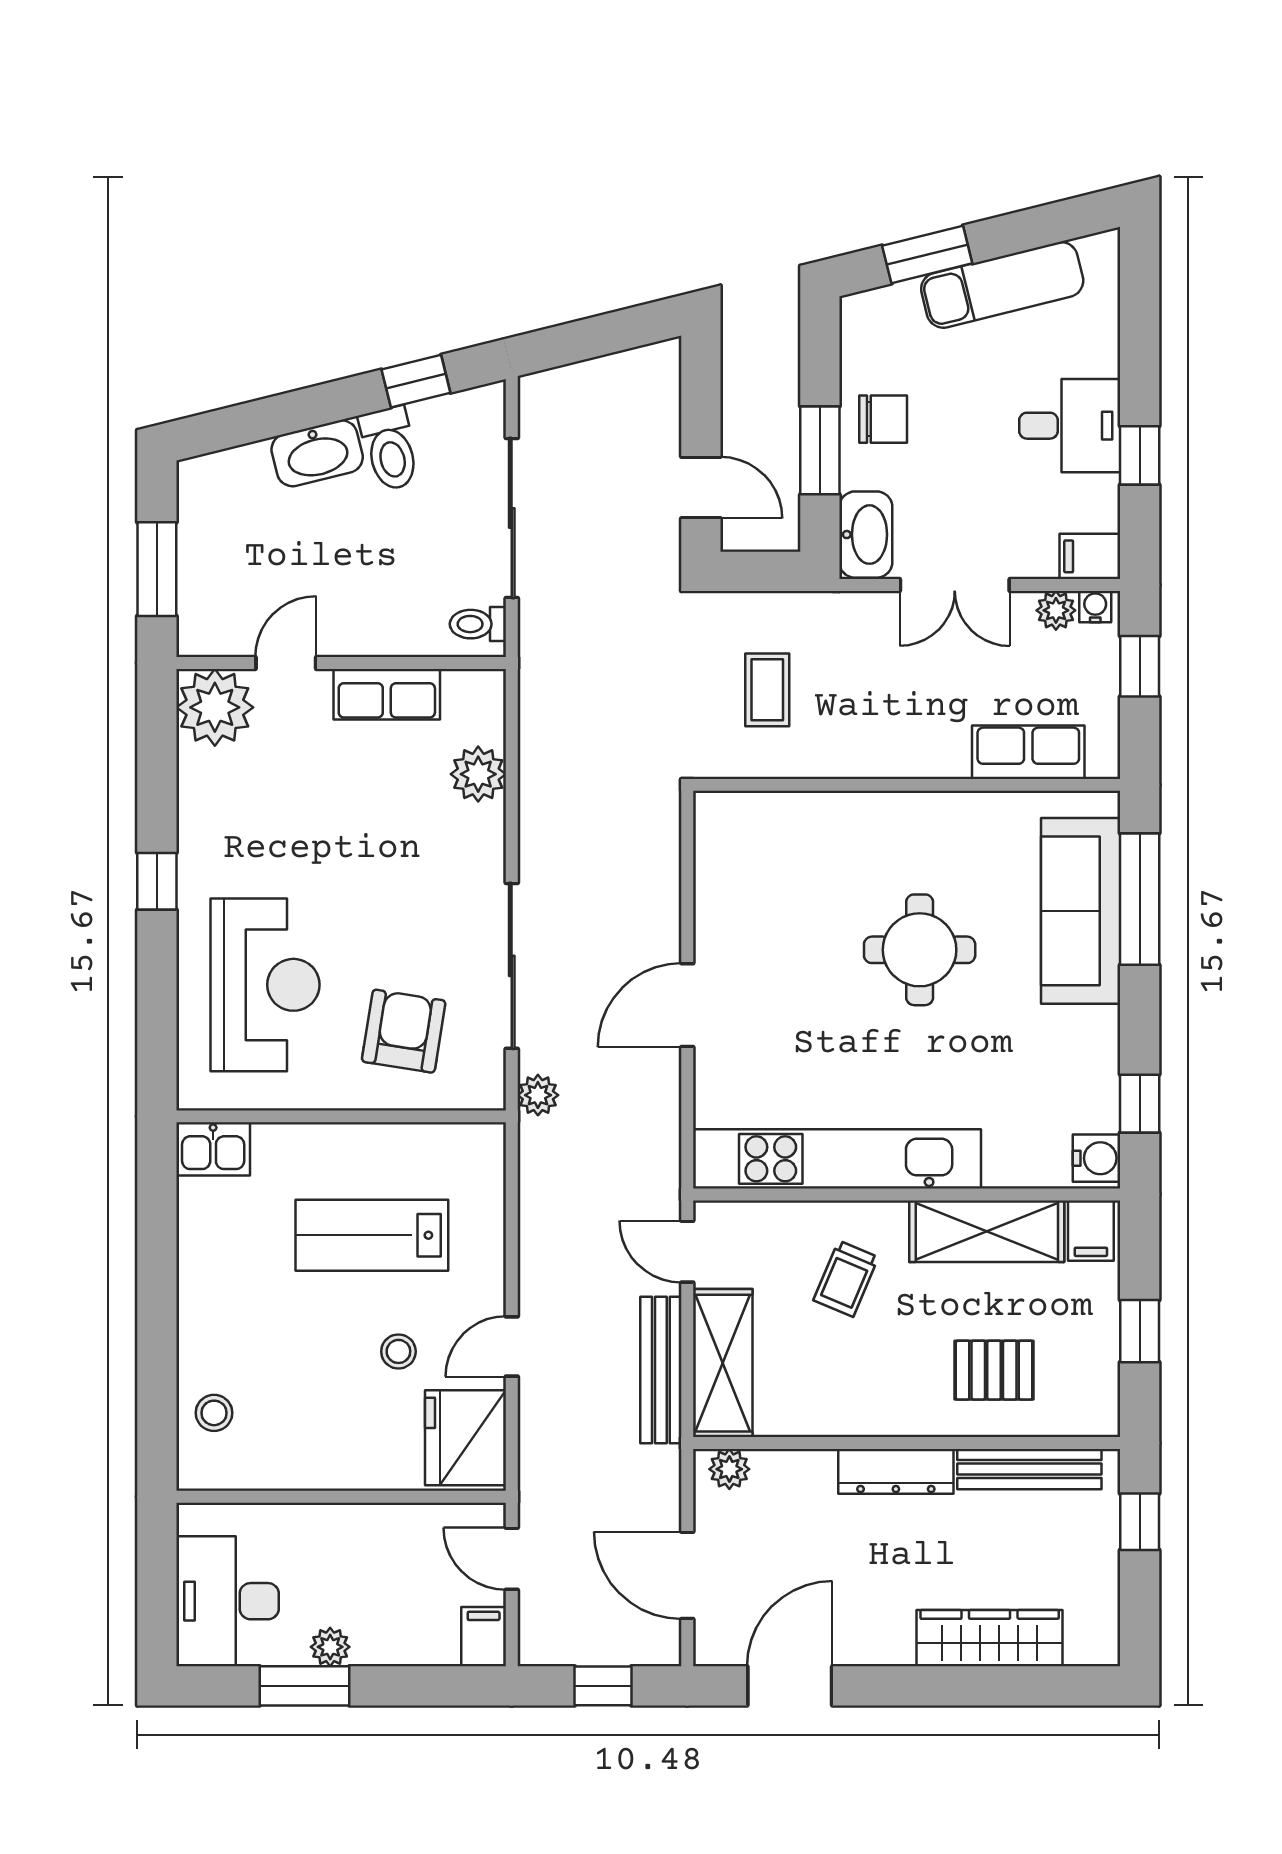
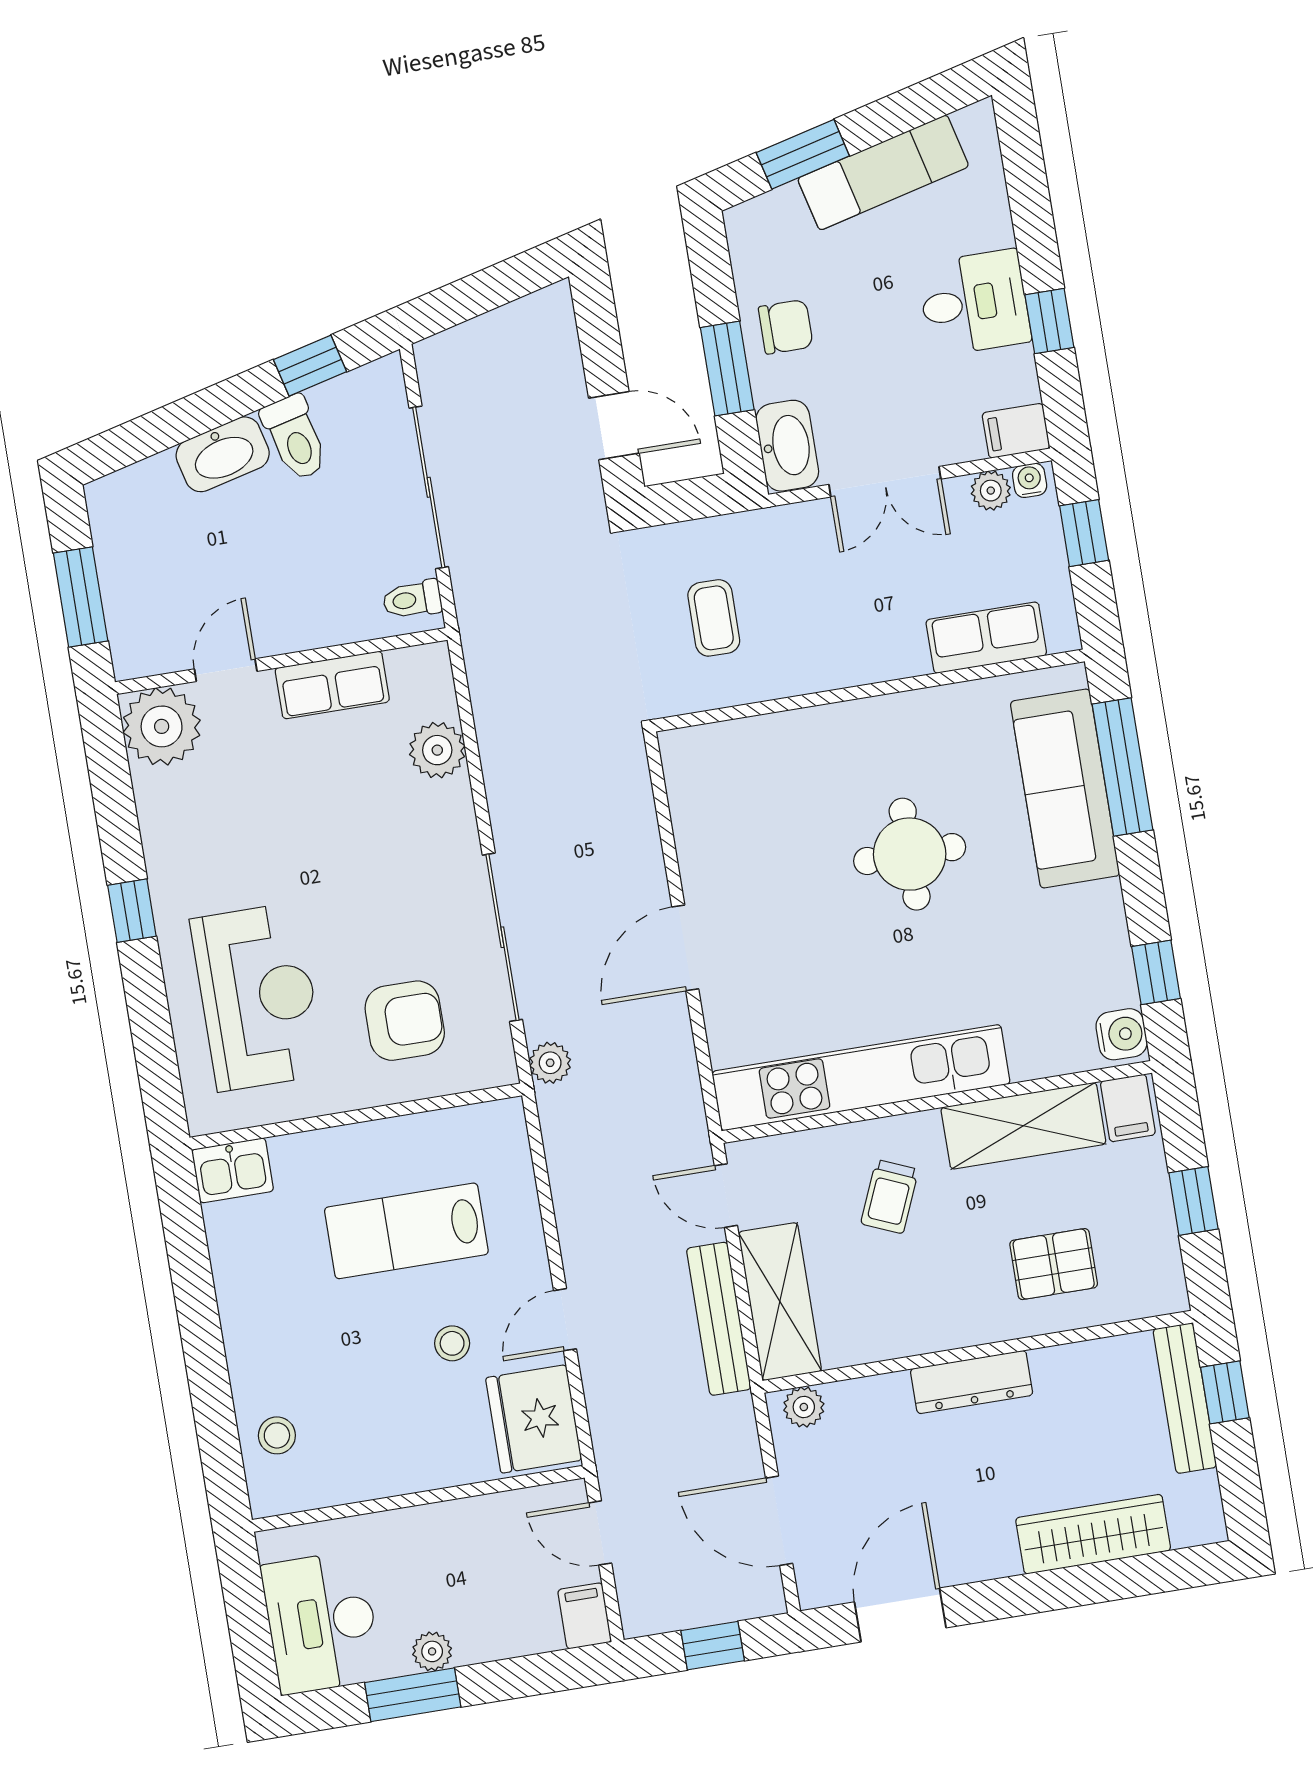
armchair: (404, 1031) -> (405, 1021), turned 81
bench: (1029, 1469) -> (1185, 1398), moved, turned 90

